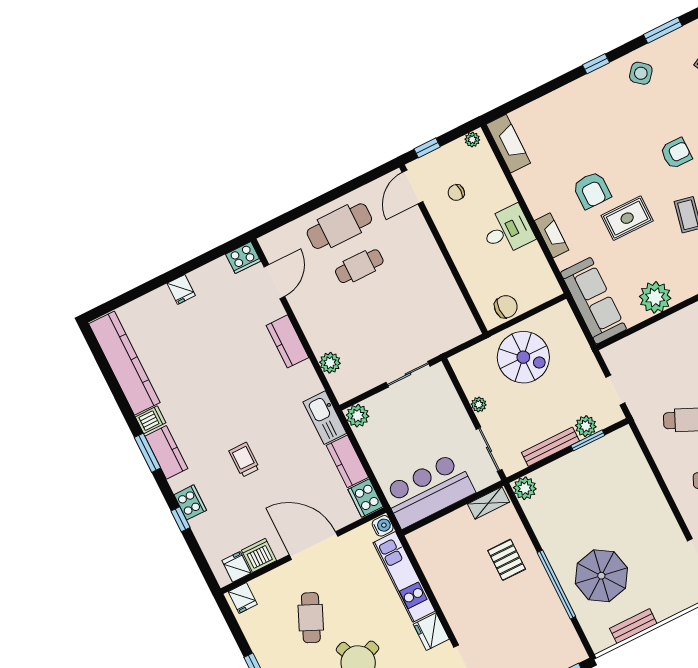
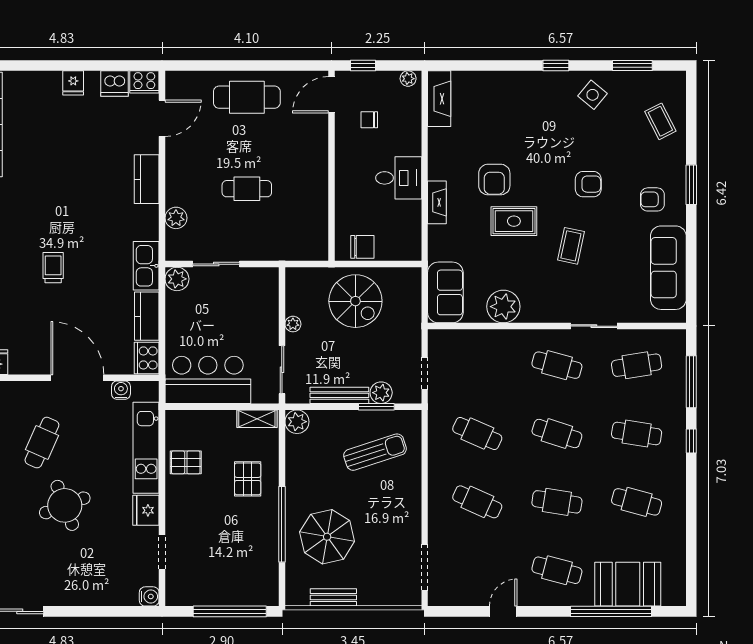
cafe table: (359, 266) -> (247, 189), moved
sofa: (593, 301) -> (445, 292), width x0.73
sliding door: (408, 374) -> (216, 264), moved
sun lounger: (606, 481) -> (375, 452), added
water cooler: (383, 526) -> (121, 390), moved, turned -90
dishwasher: (259, 555) -> (114, 84), moved, turned 180
pallet: (445, 572) -> (186, 462), added

